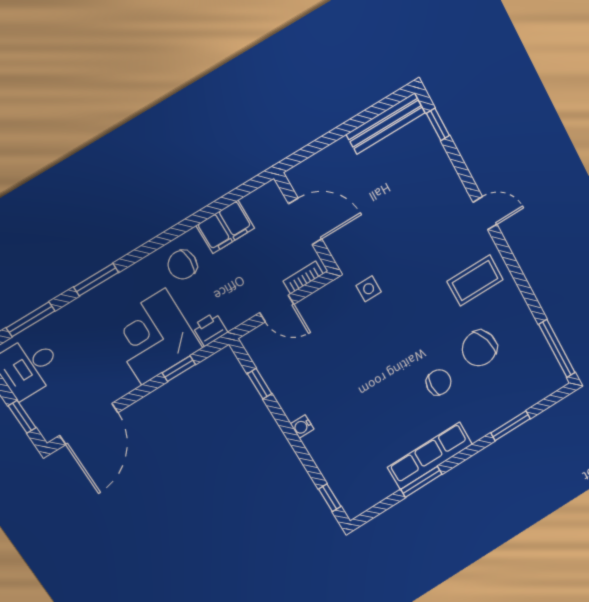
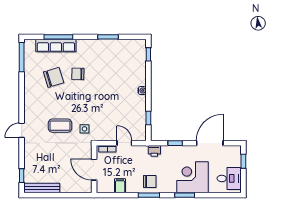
door: (485, 213) -> (22, 130), hinge flipped
filing cabinet: (225, 227) -> (120, 186), width x0.50
coffee table: (475, 281) -> (60, 126), moved
window: (31, 319) -> (149, 195), moved
corner desk: (154, 337) -> (192, 177), moved, turned 180
door: (89, 424) -> (210, 143), moved
window: (511, 426) -> (58, 37), width x1.44
row of seats: (430, 456) -> (56, 46), moved

